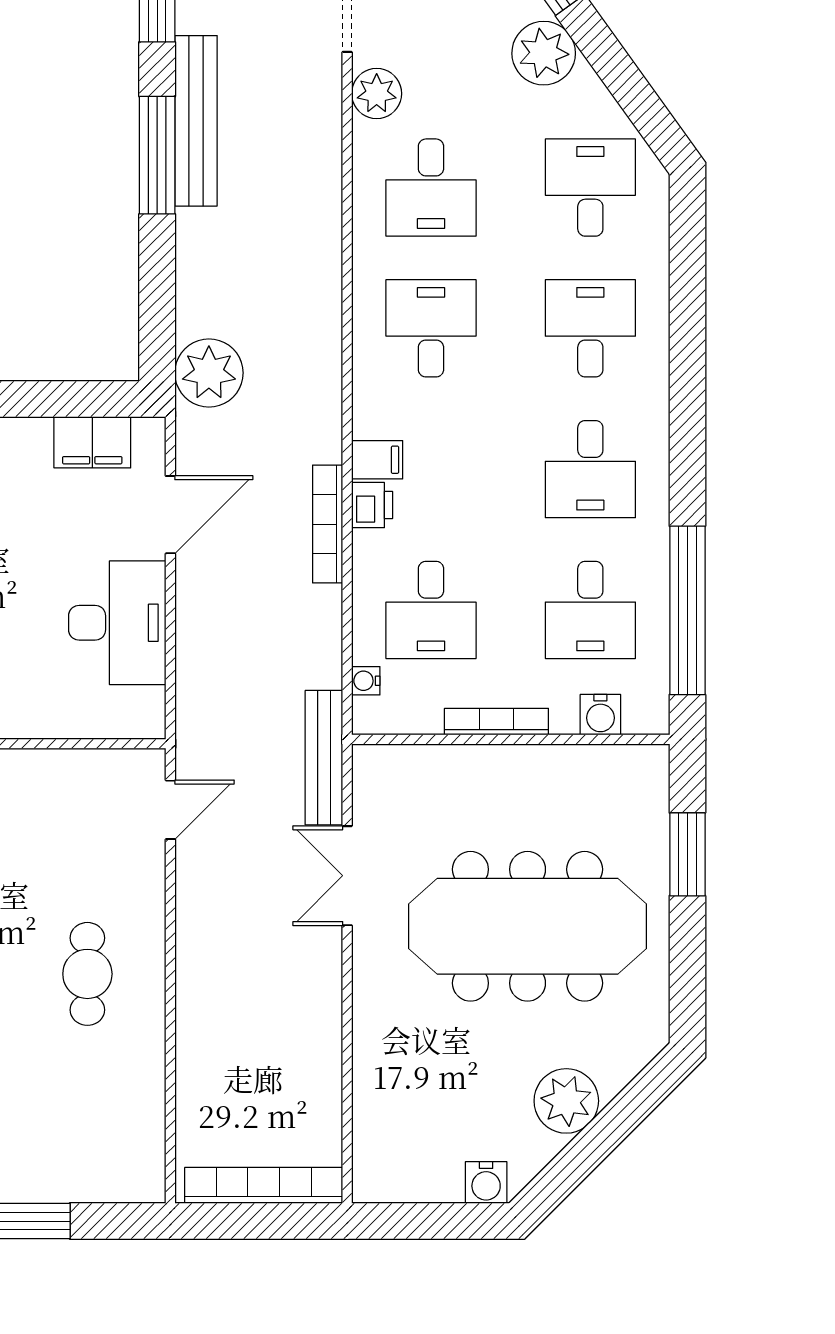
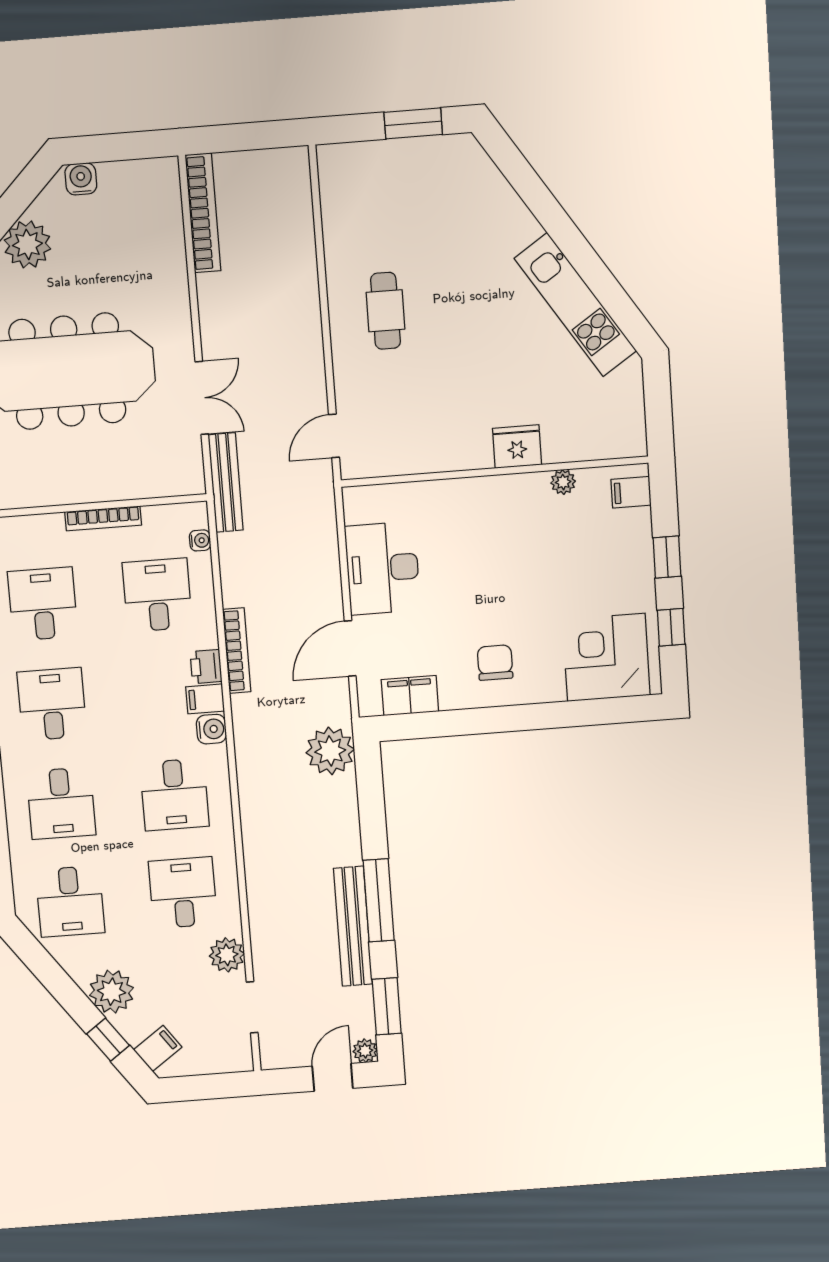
water cooler: (600, 715) -> (211, 729), moved, turned 90
bookcase: (264, 1185) -> (203, 213), moved, turned -90

